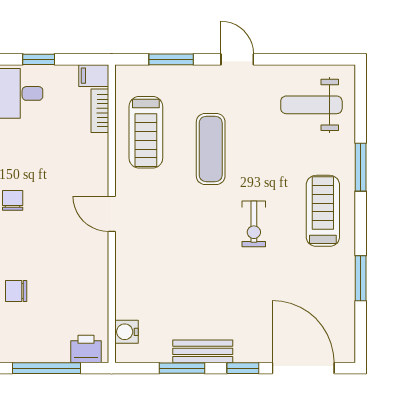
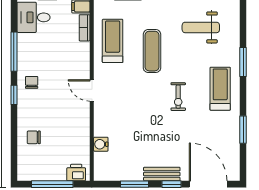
weight bench: (311, 105) -> (201, 27), moved
treadmill: (146, 132) -> (113, 41), turned 180
water cooler: (127, 332) -> (101, 144), moved
bench: (203, 351) -> (162, 174), moved

